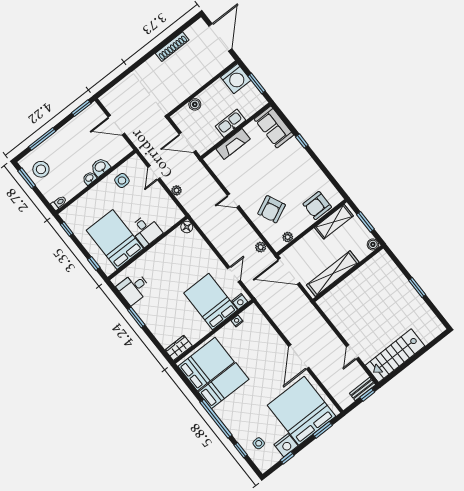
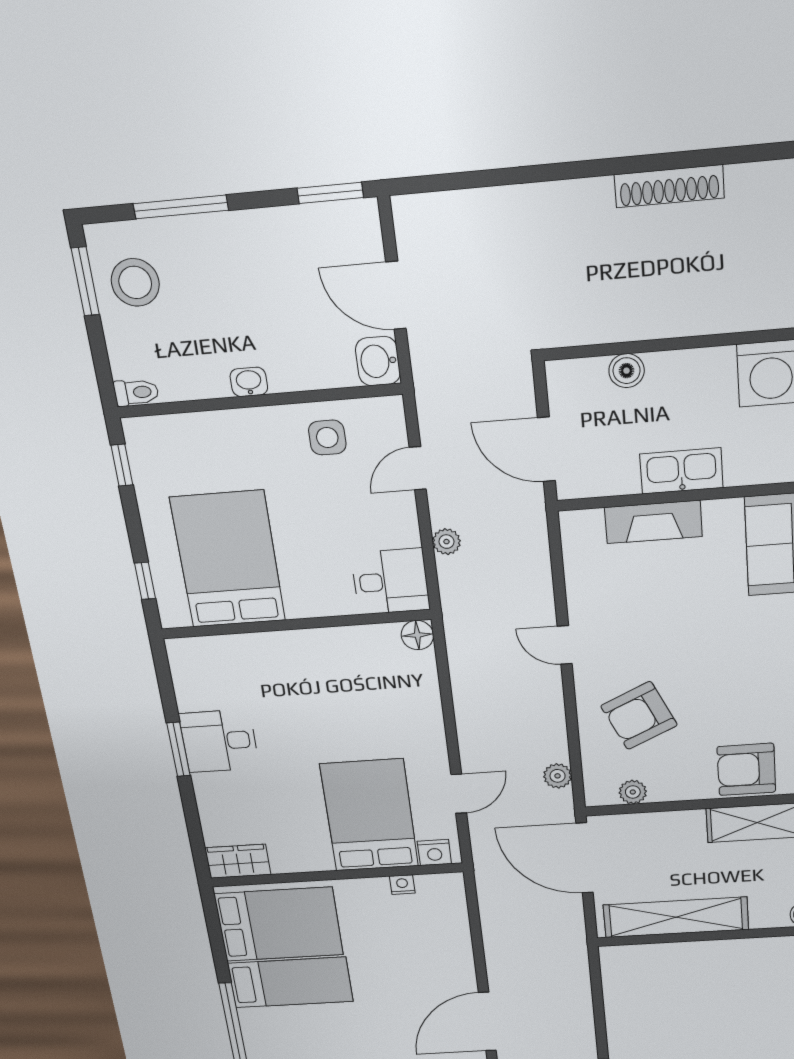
washbasin: (100, 167) -> (378, 361), moved, turned -90
desk: (146, 230) -> (390, 581), moved, turned -90
desk: (134, 288) -> (219, 741), moved

